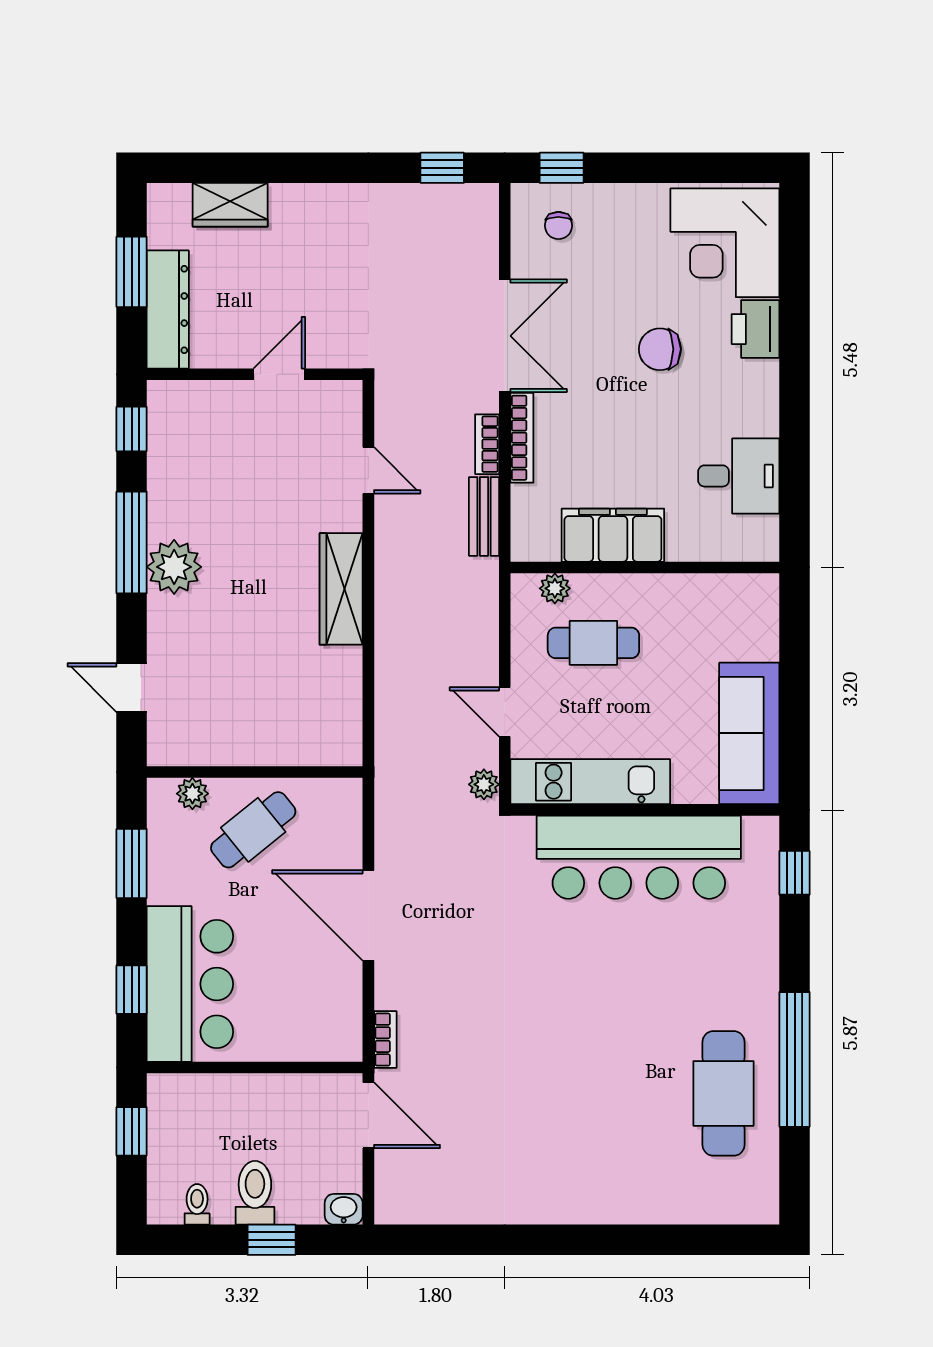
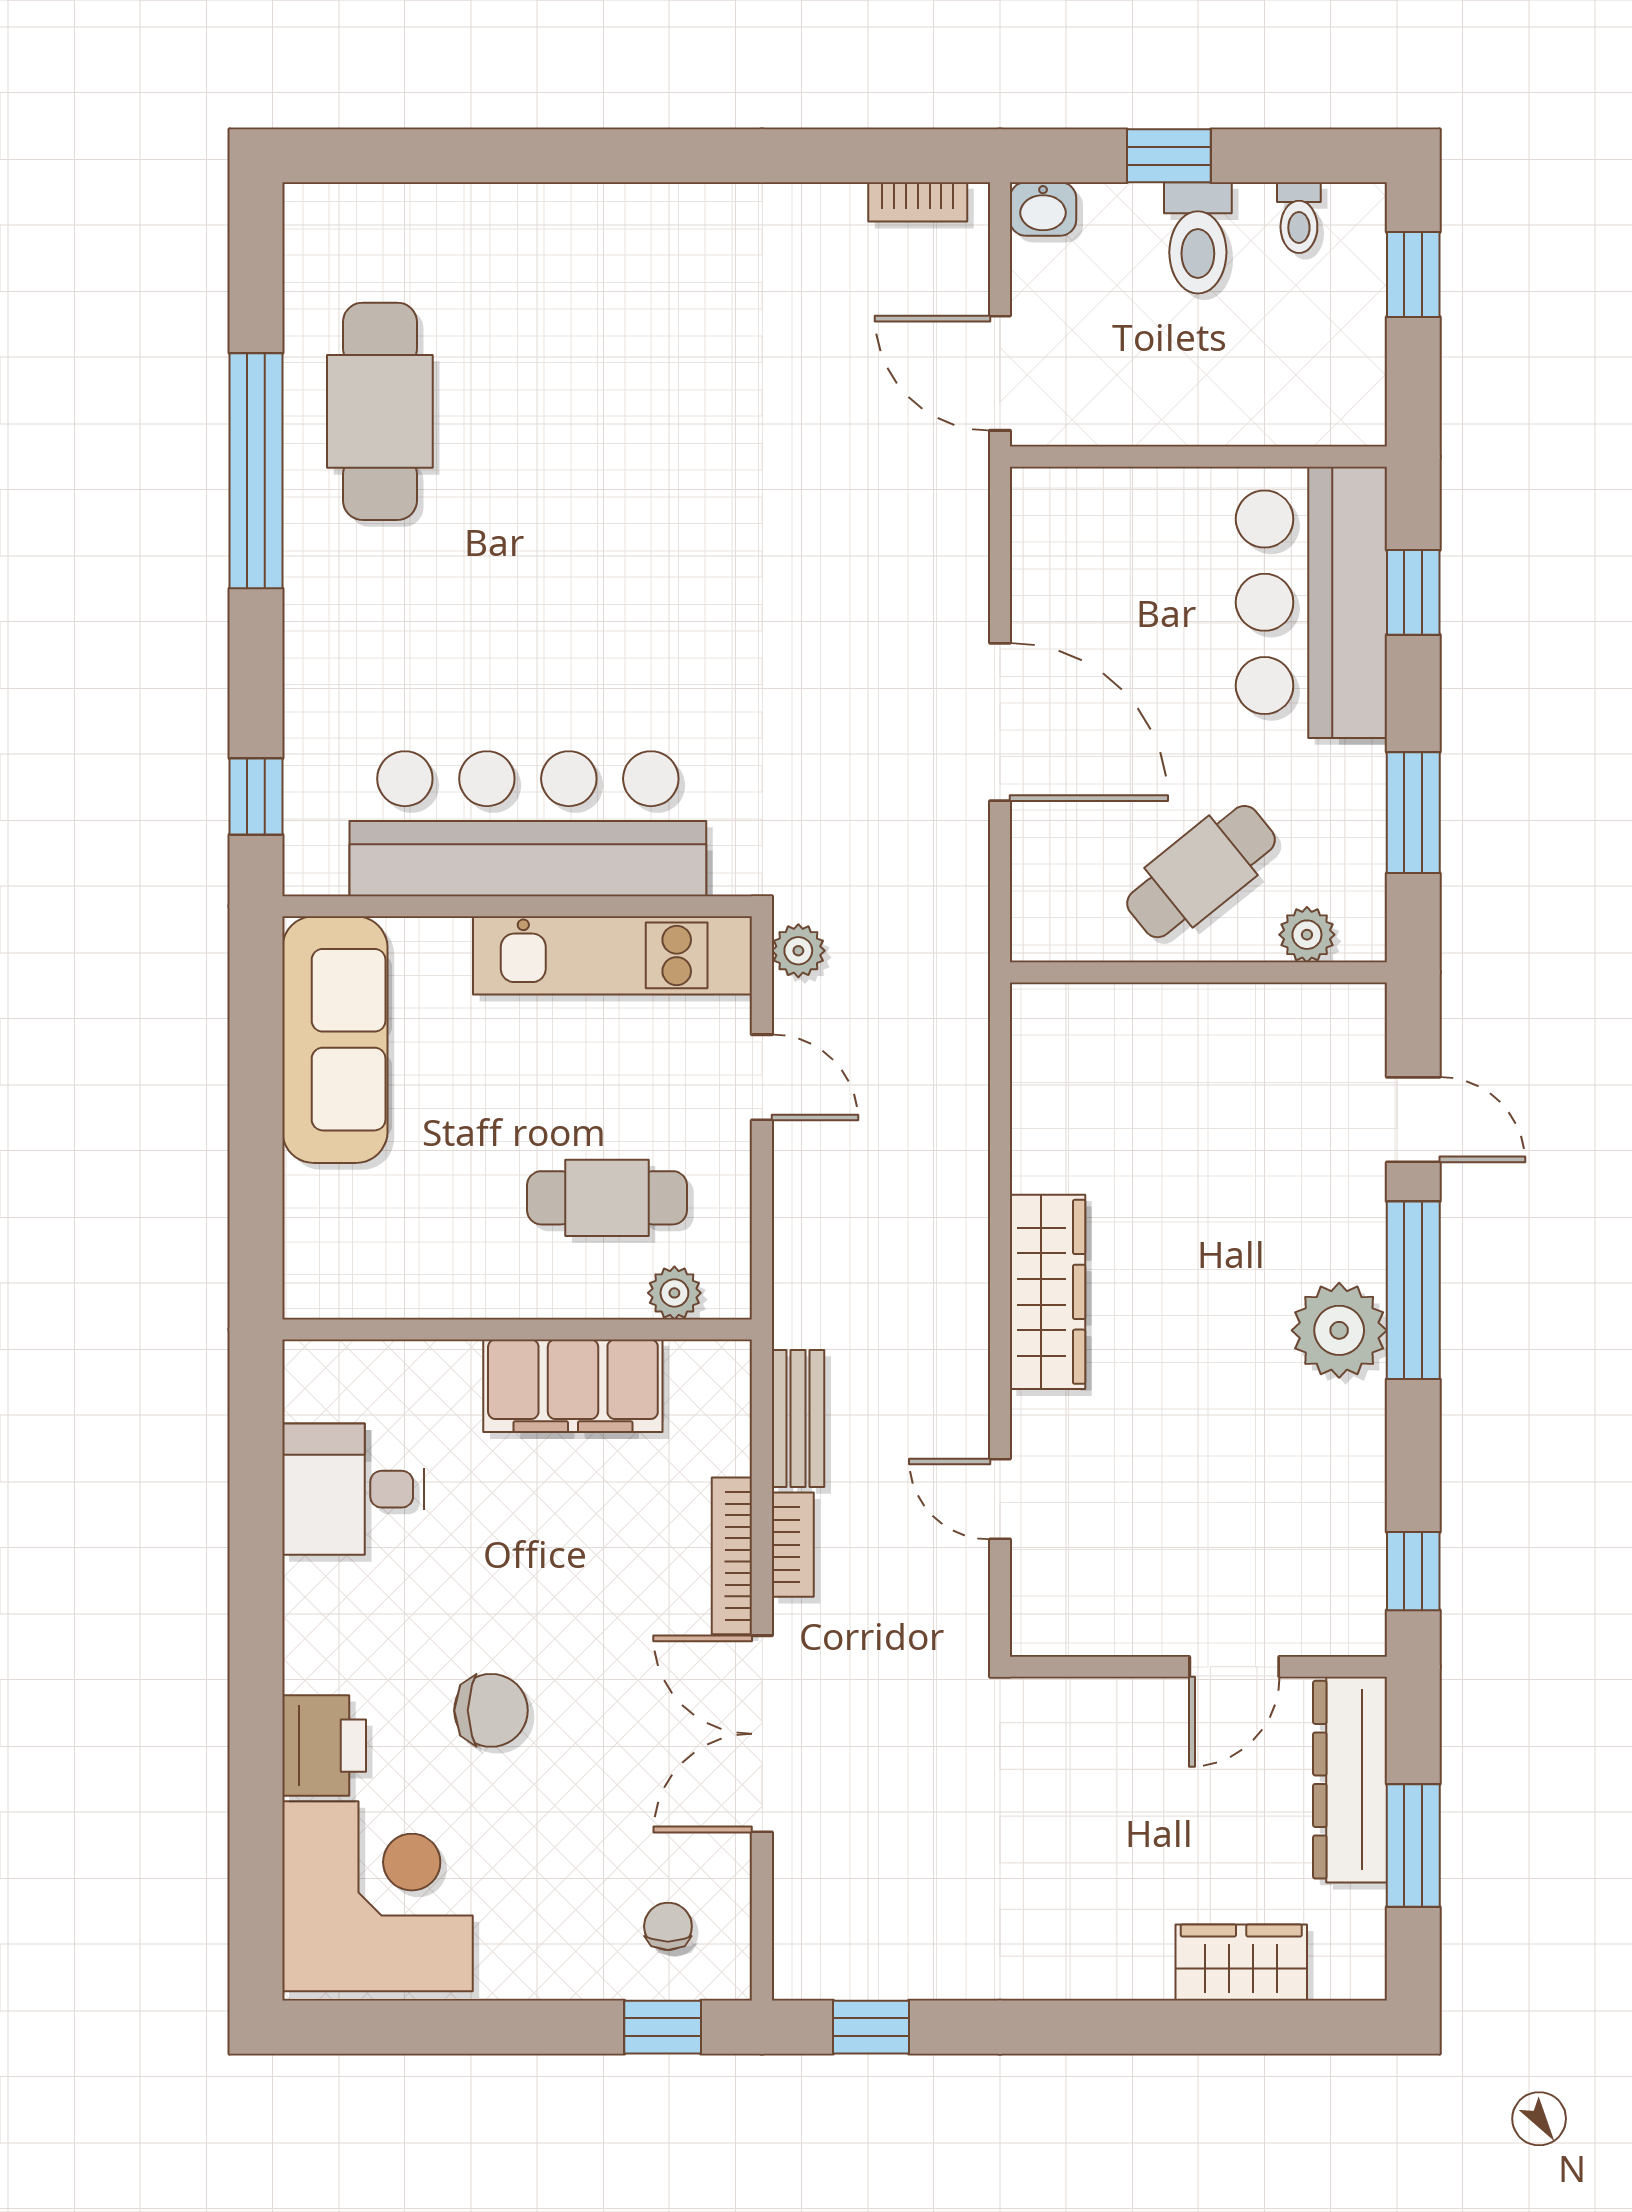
door: (279, 374) -> (1234, 1667), moved
window: (132, 543) -> (1413, 1290), moved
bookcase: (385, 1040) -> (918, 202), moved, turned -90
window: (132, 1131) -> (1413, 275), moved

